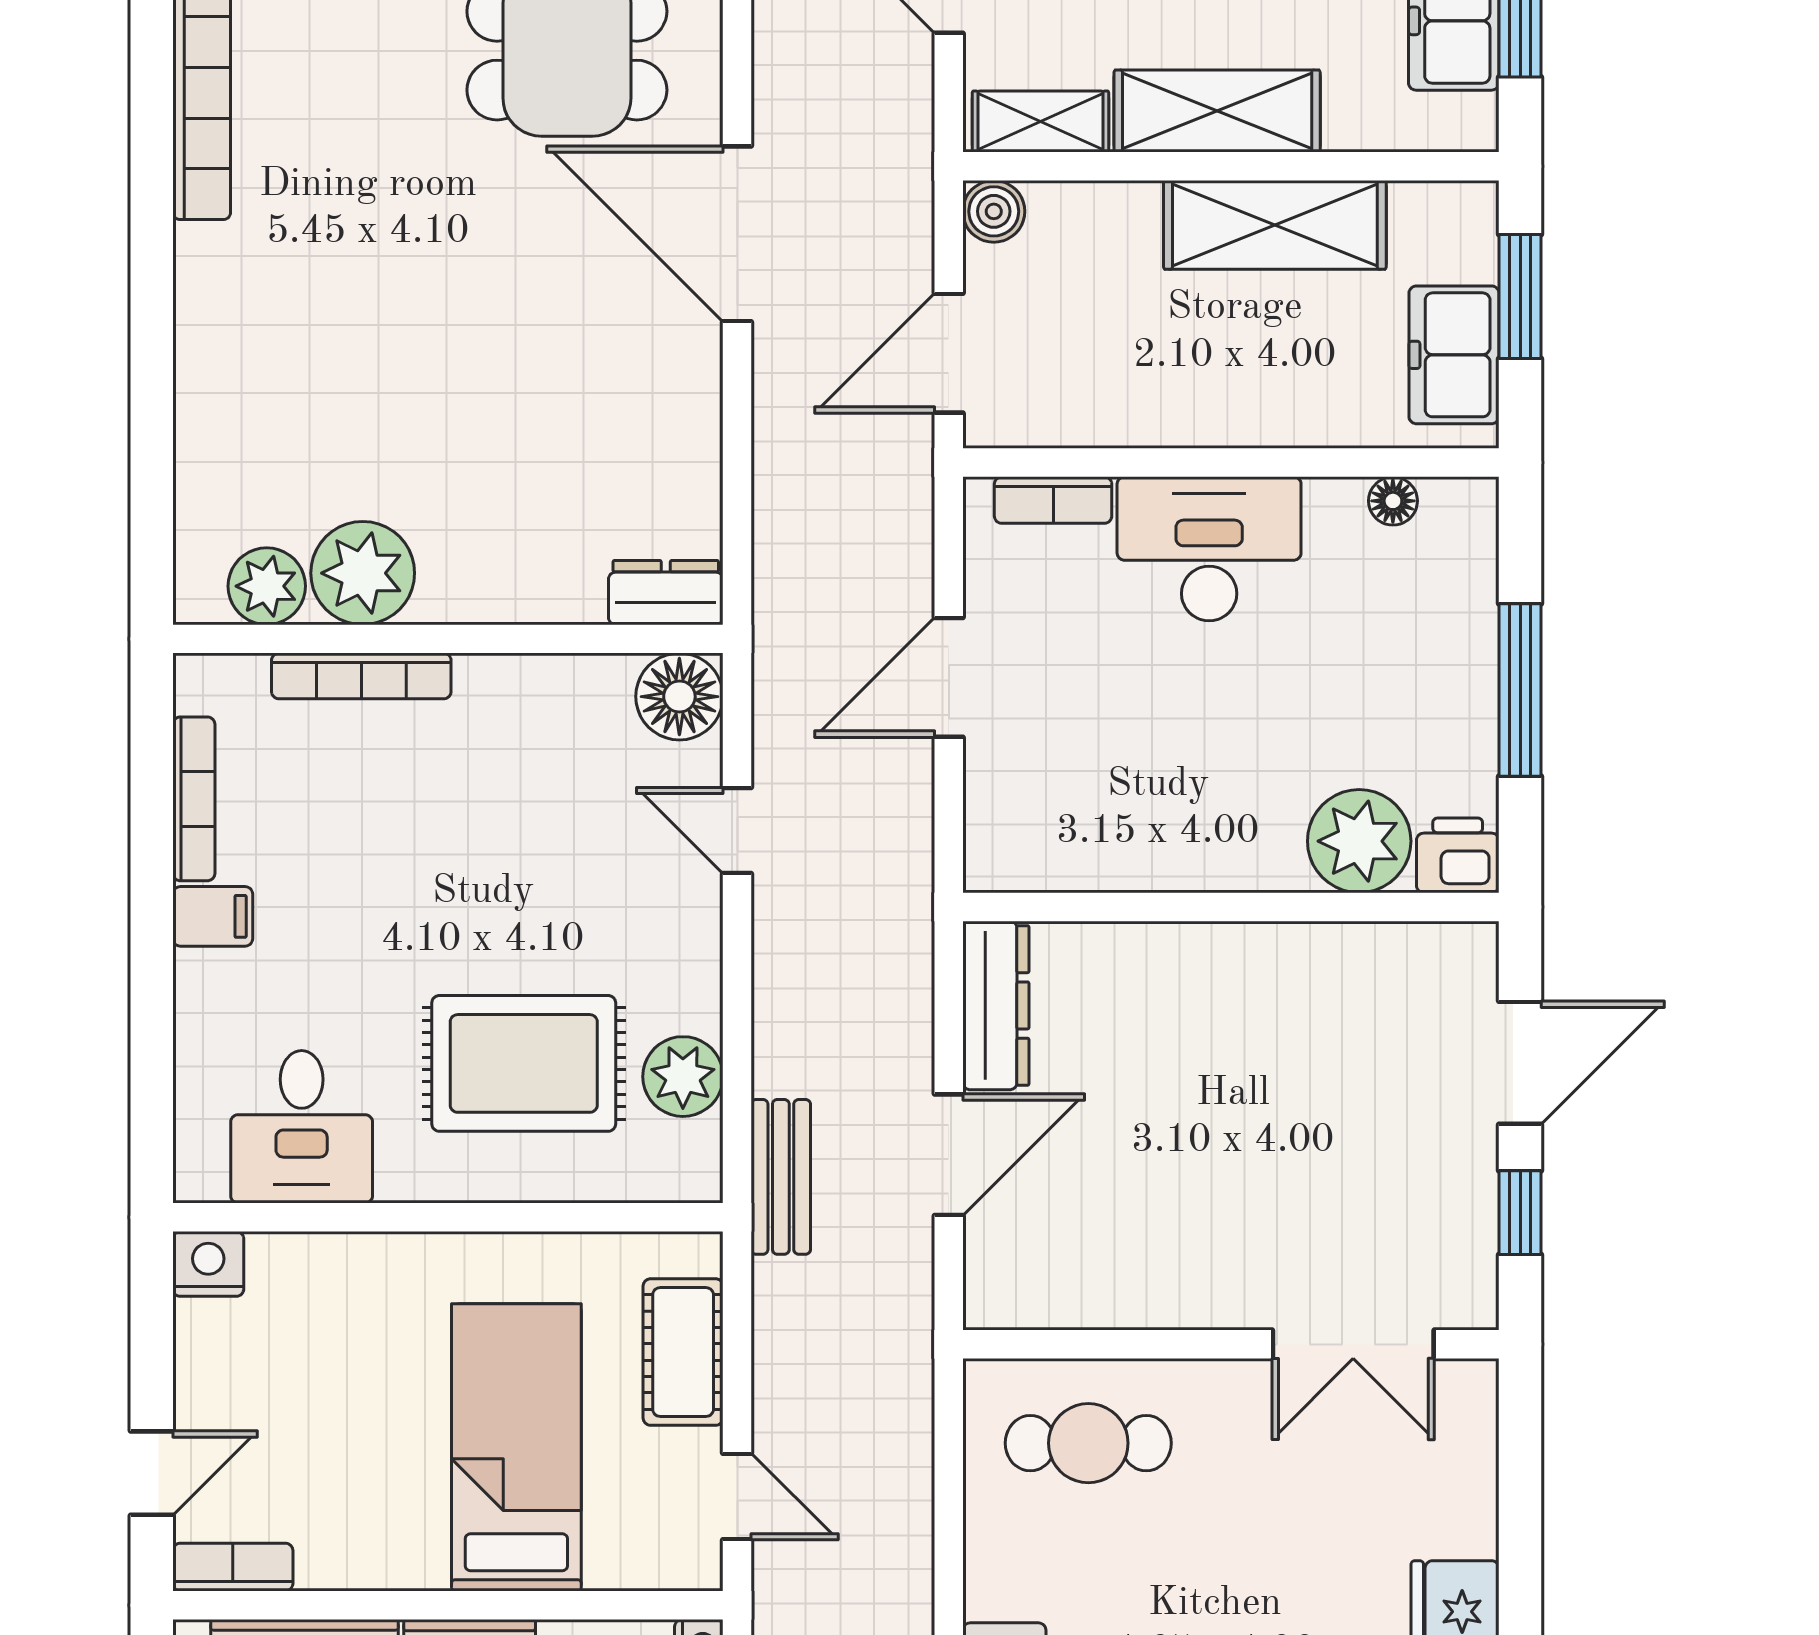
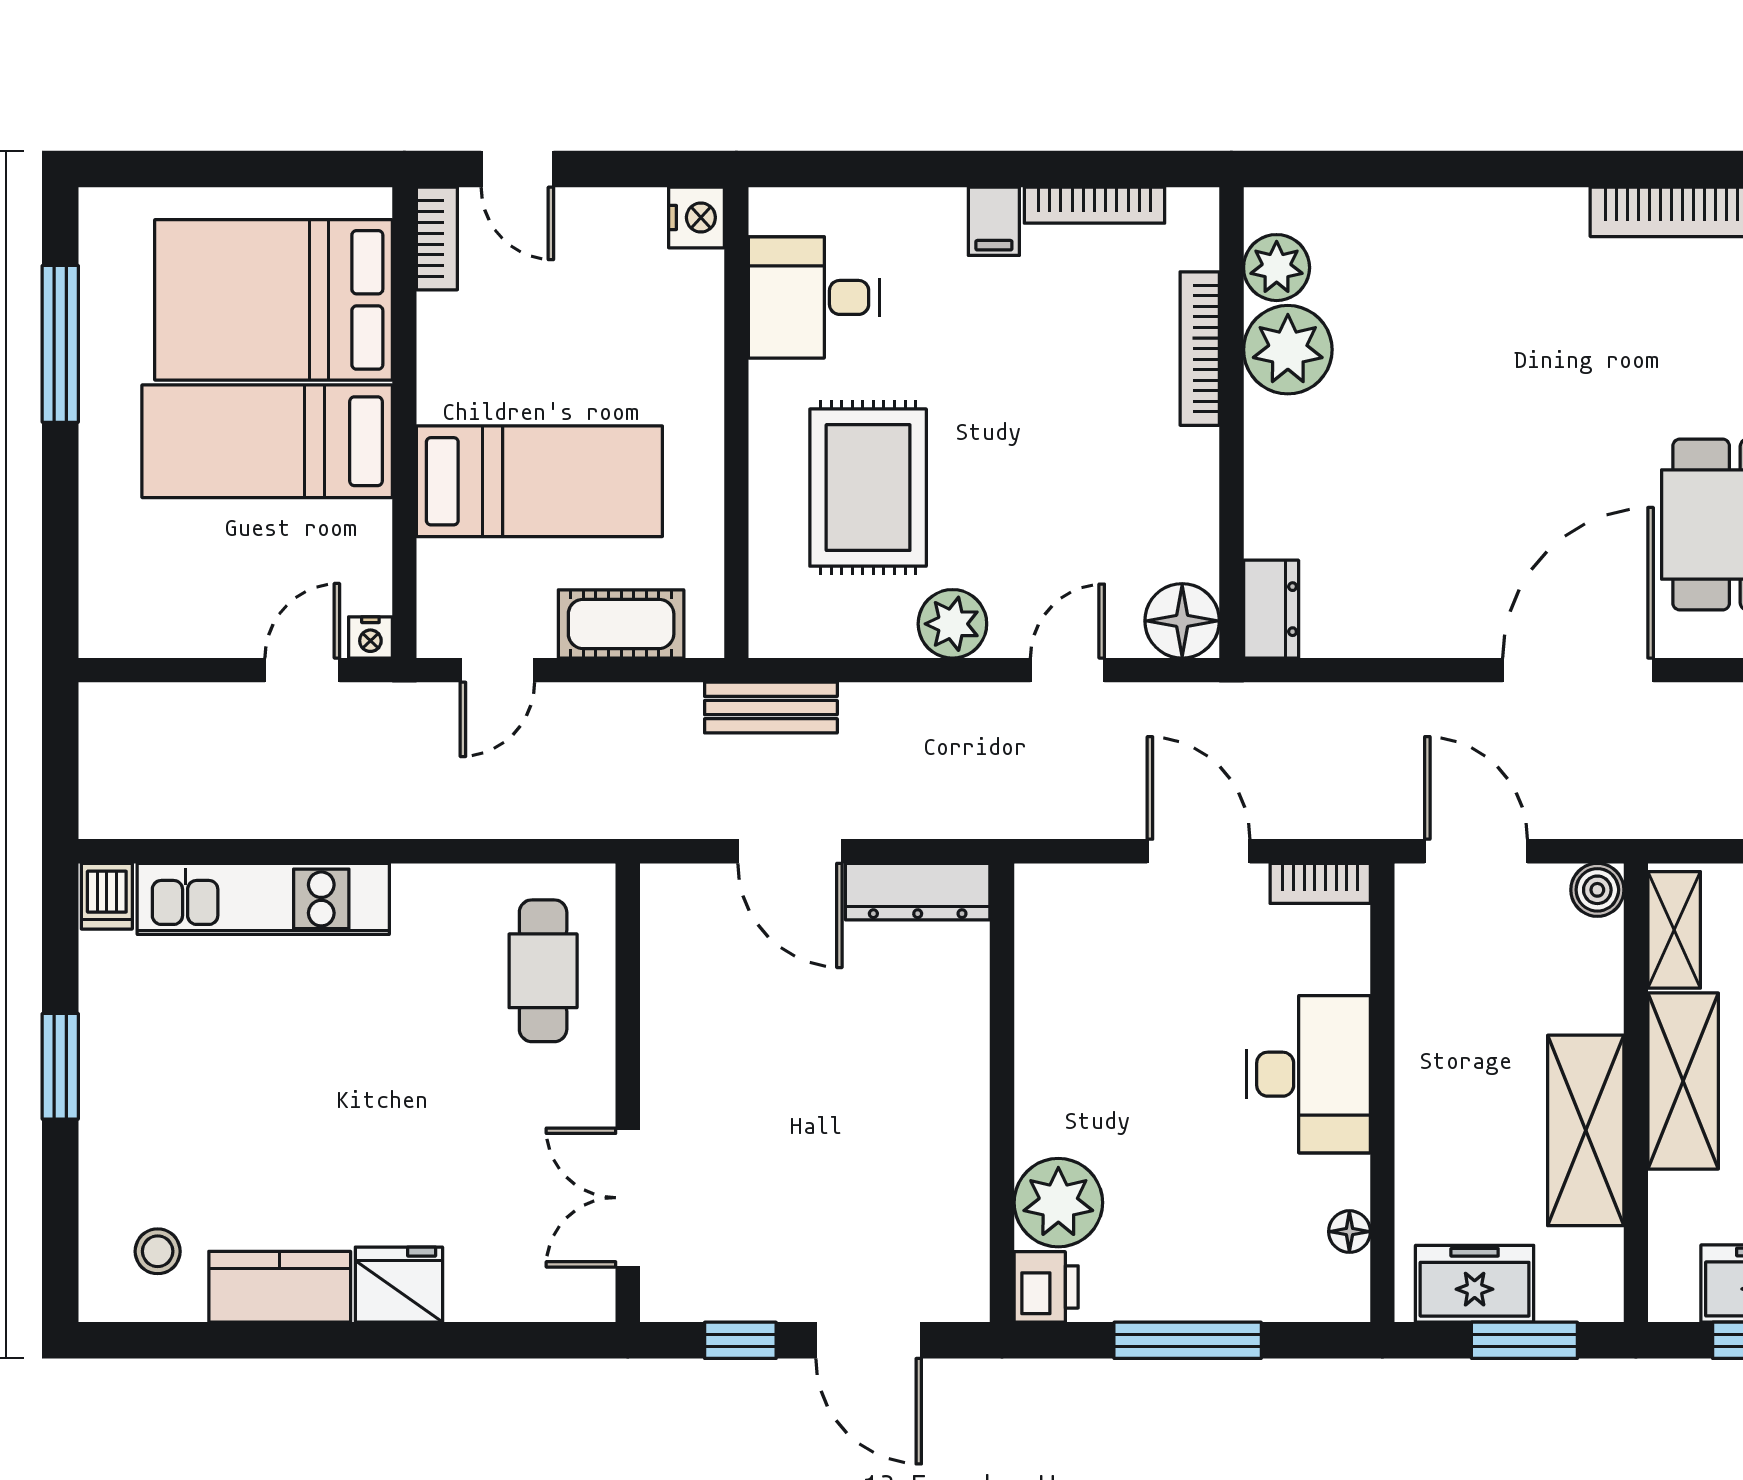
bookcase: (1053, 500) -> (1320, 883), moved, turned -90
plant: (683, 1077) -> (952, 624), moved

